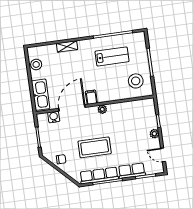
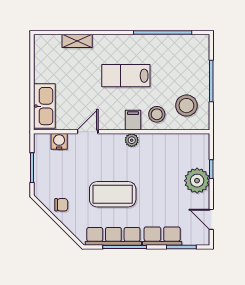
shelving: (67, 46) -> (77, 41), moved
lab bench: (112, 56) -> (126, 76), moved, turned 180
stool: (36, 64) -> (157, 114), moved
filing cabinet: (91, 97) -> (133, 120), moved
door: (72, 108) -> (88, 132), width x0.53
plant: (154, 134) -> (197, 181), width x1.88, depth x1.88

